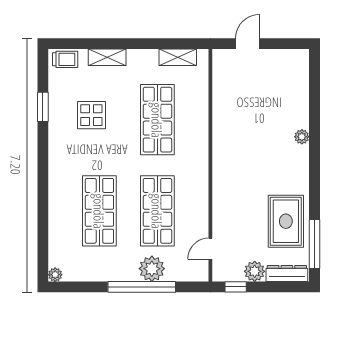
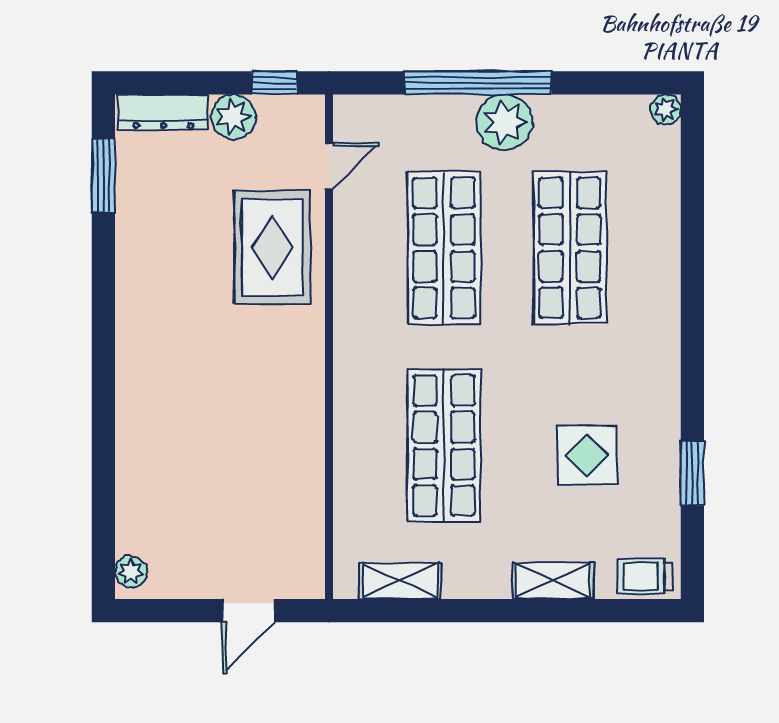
plant: (302, 137) -> (131, 572), moved
rug: (286, 221) -> (272, 247), moved
window: (314, 244) -> (103, 176), width x0.69
plant: (152, 269) -> (505, 122), moved

